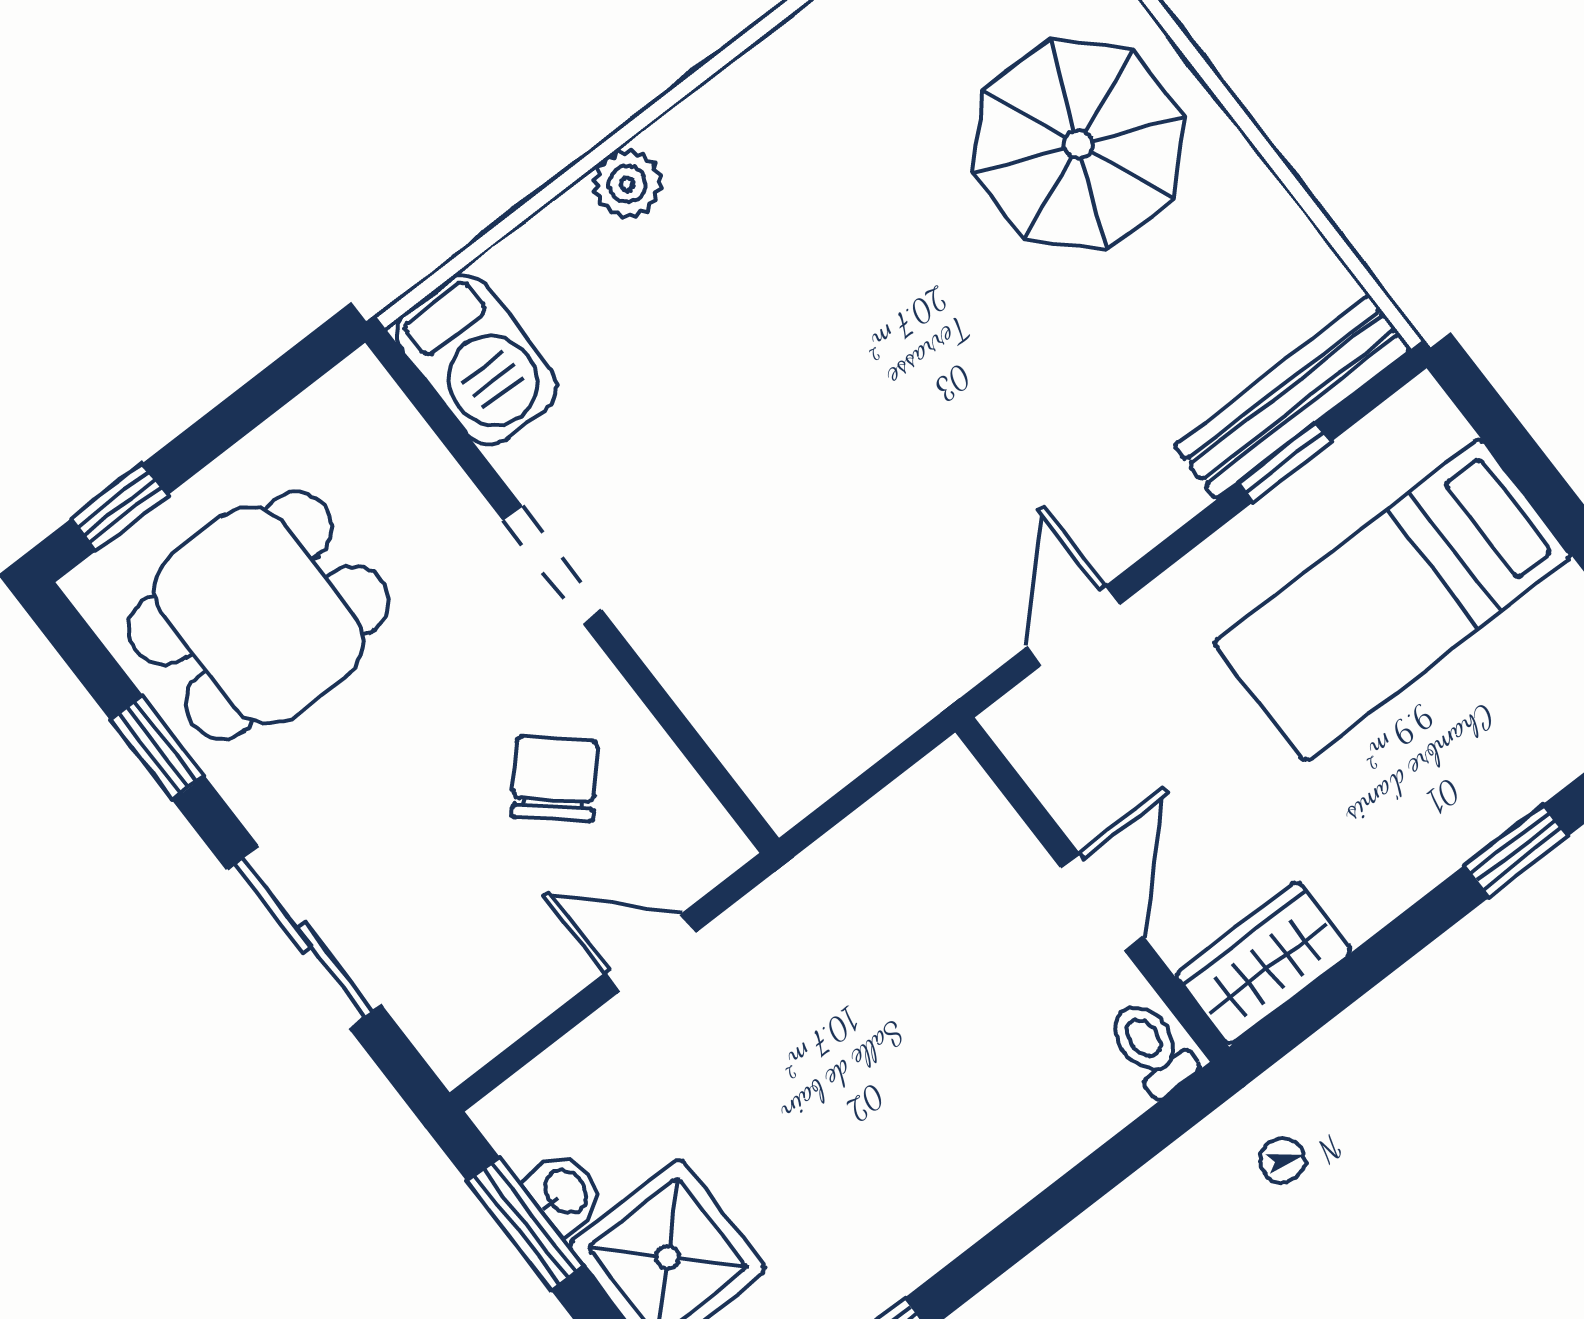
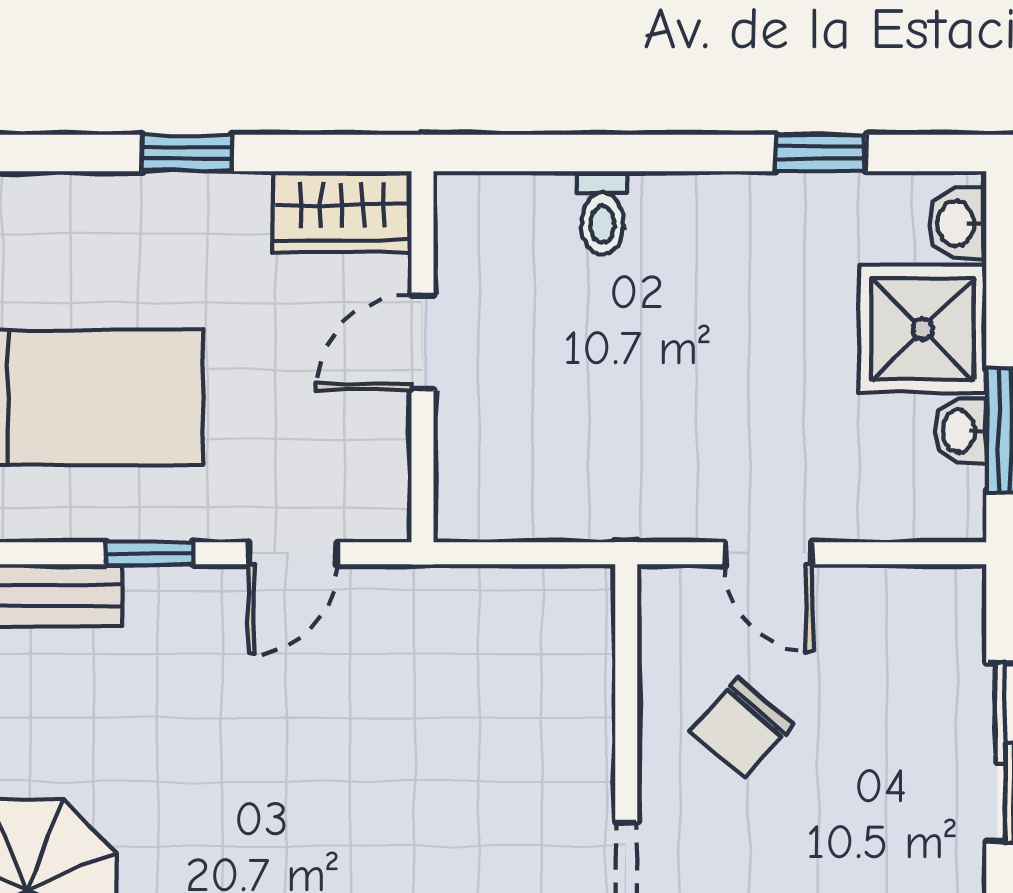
window: (1285, 462) -> (149, 553), moved
window: (1516, 851) -> (187, 153), moved
toilet: (1151, 1048) -> (602, 213), moved

